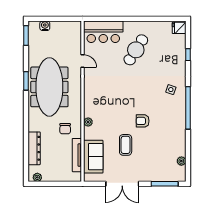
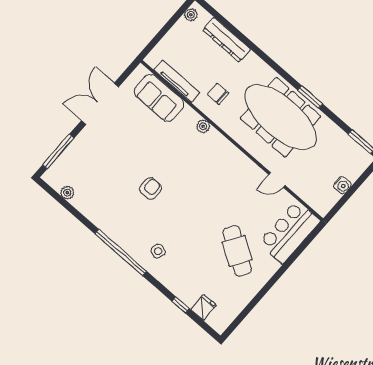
water cooler: (45, 26) -> (342, 185), moved
fridge: (179, 28) -> (204, 307), moved
coffee table: (126, 145) -> (140, 146), removed

